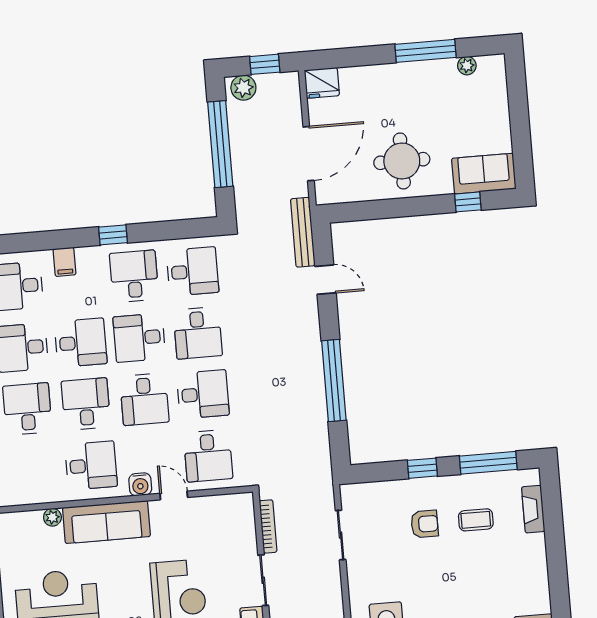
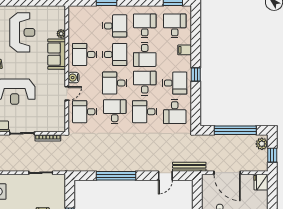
desk: (203, 394) -> (115, 112), turned 180
desk: (91, 465) -> (85, 54), turned 90
sofa: (106, 522) -> (57, 54), width x0.73

